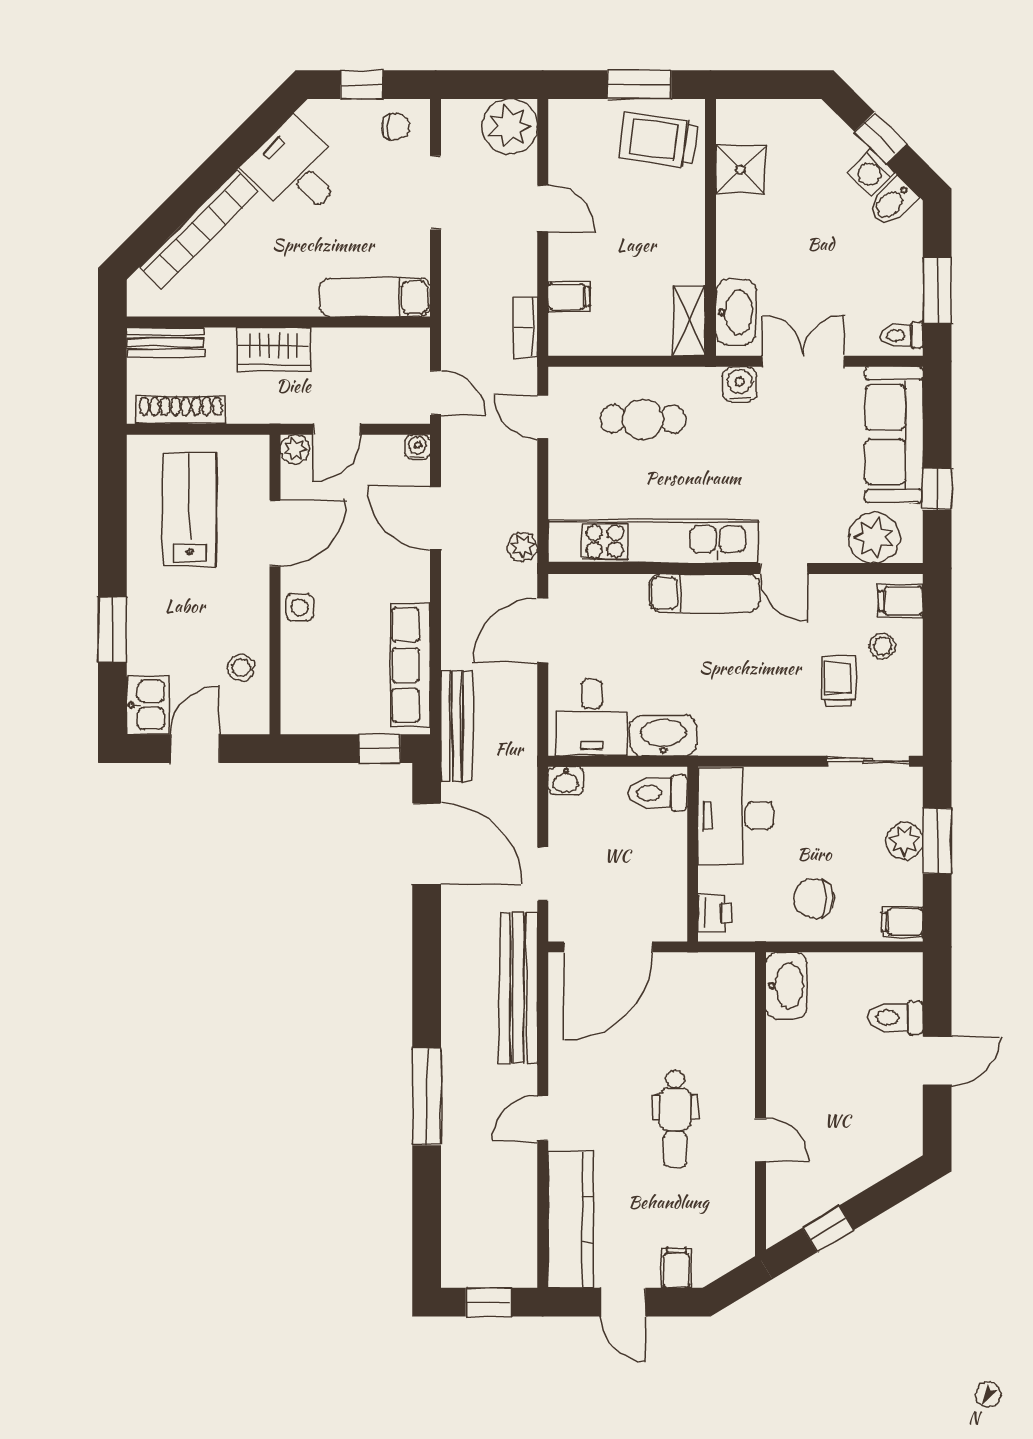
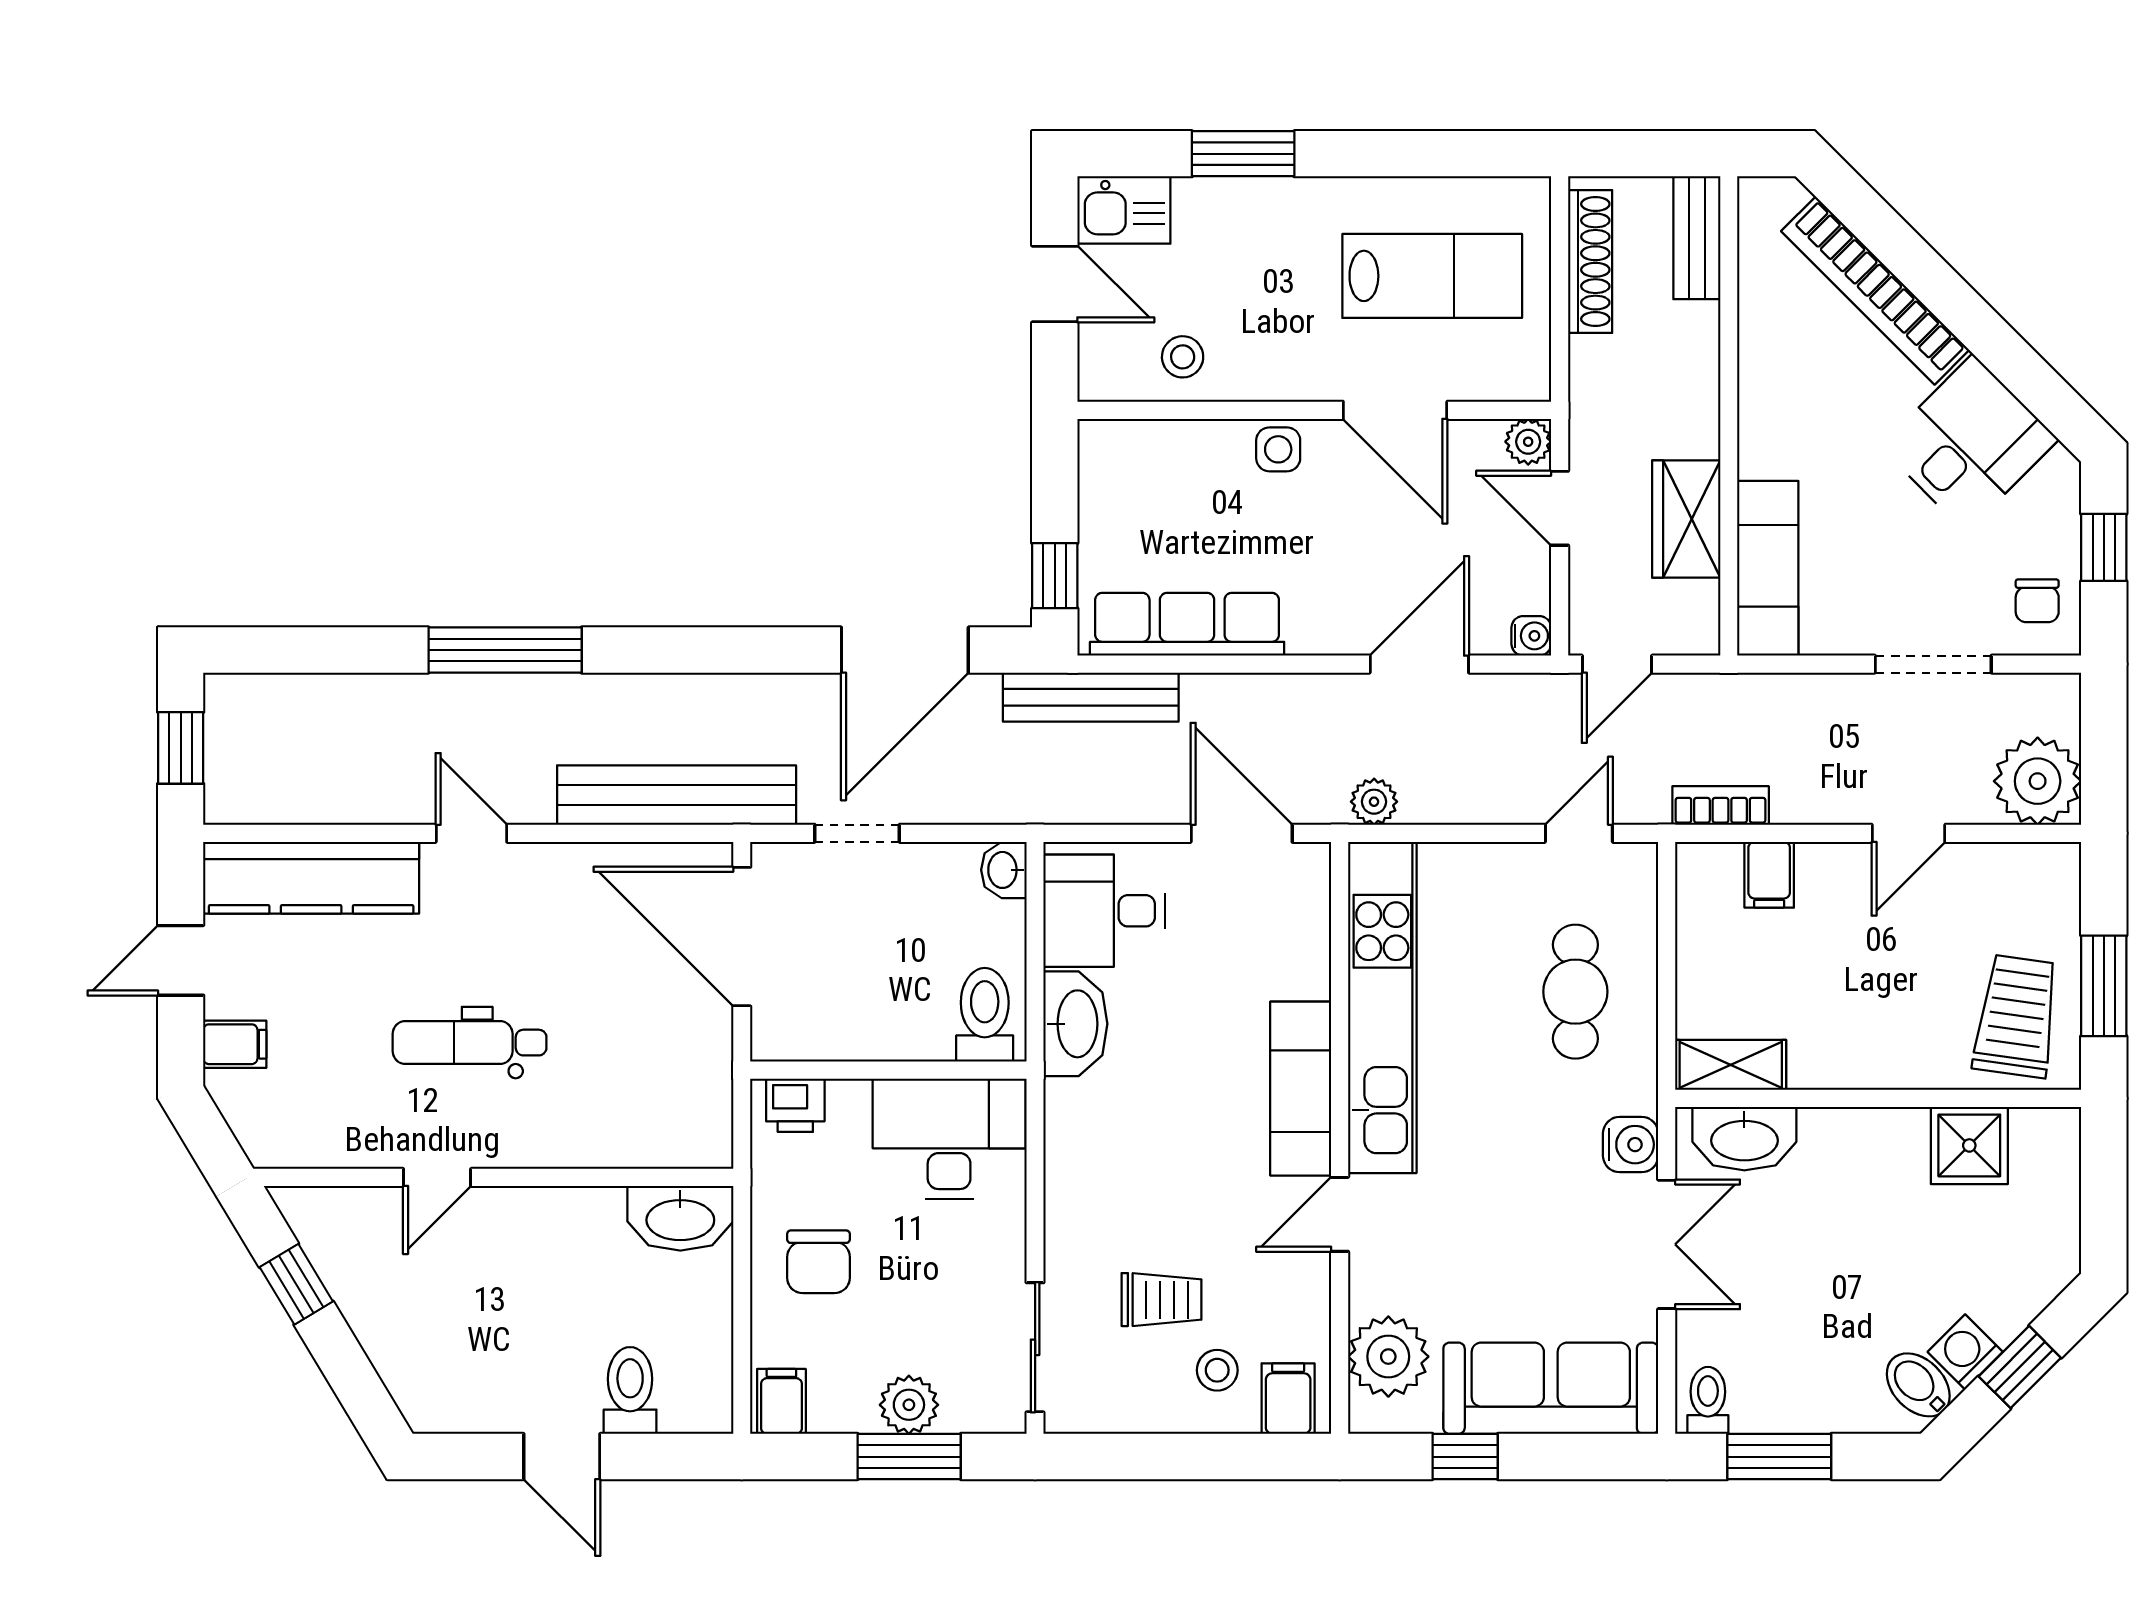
wardrobe: (273, 349) -> (1686, 519), moved
chair: (814, 898) -> (818, 1262), turned 180

